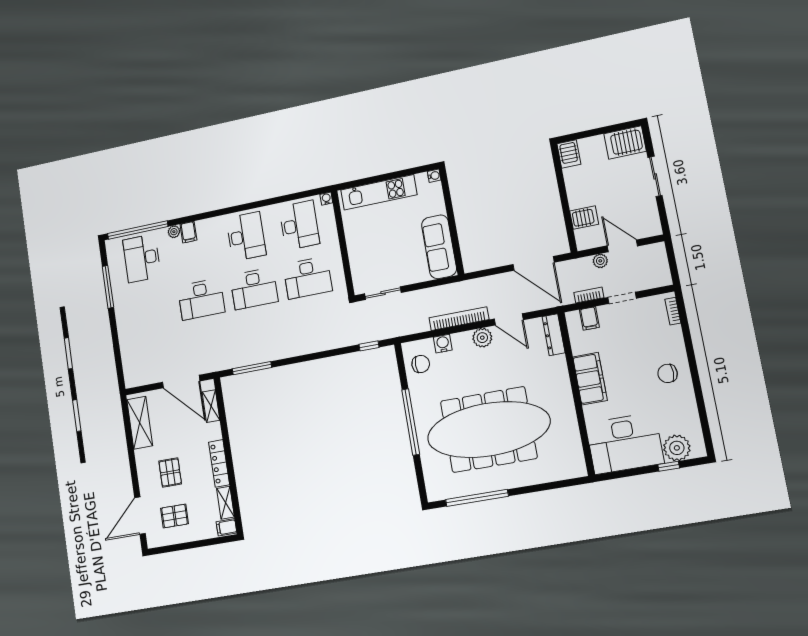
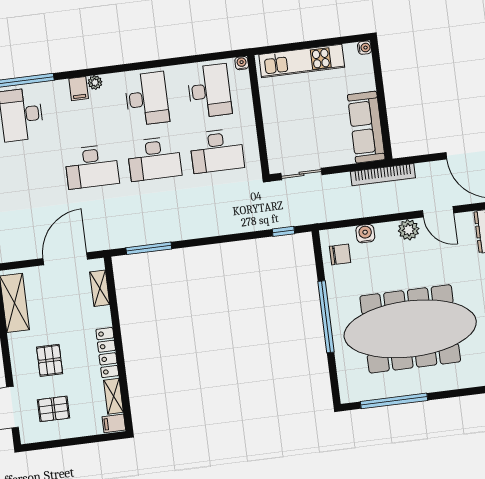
plant: (174, 232) -> (95, 82), moved
bookcase: (459, 319) -> (383, 175), moved, turned 180
door: (181, 382) -> (65, 259), swing flipped

